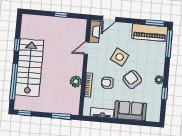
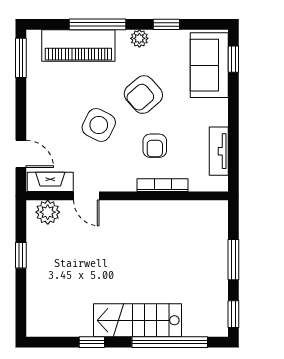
piano: (150, 33) -> (78, 45), moved, turned 90
window: (169, 44) -> (98, 24), moved
stairs: (29, 68) -> (138, 320), width x0.73, depth x0.66
plant: (76, 81) -> (48, 212), moved
sofa: (130, 111) -> (209, 65), moved
window: (61, 116) -> (233, 260), moved
window: (145, 124) -> (233, 59), added

